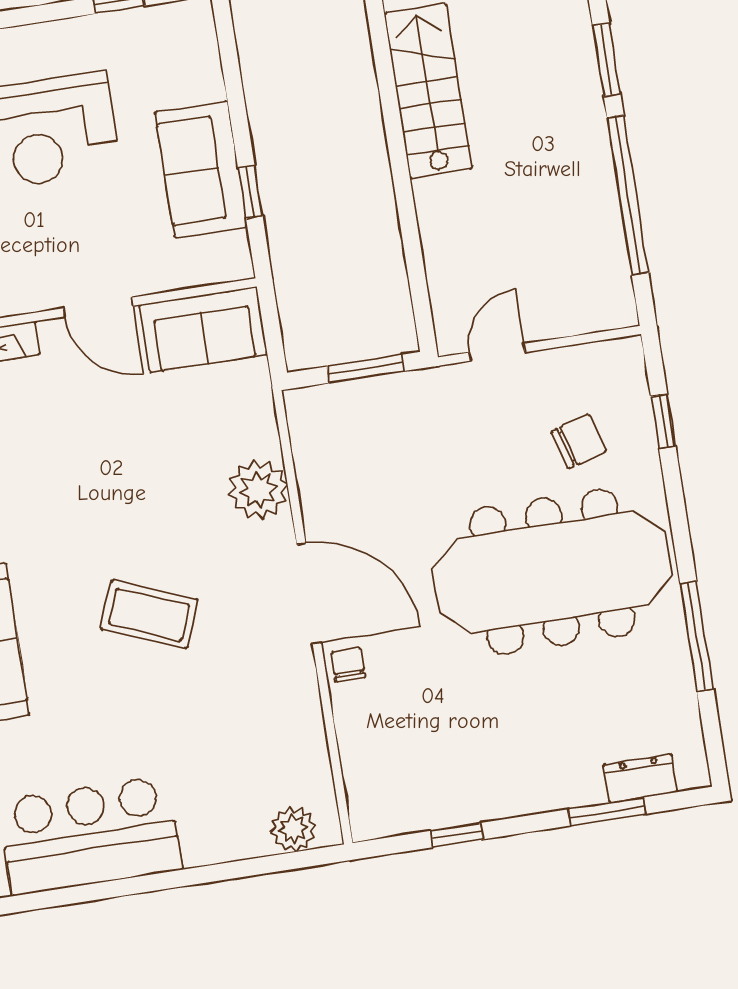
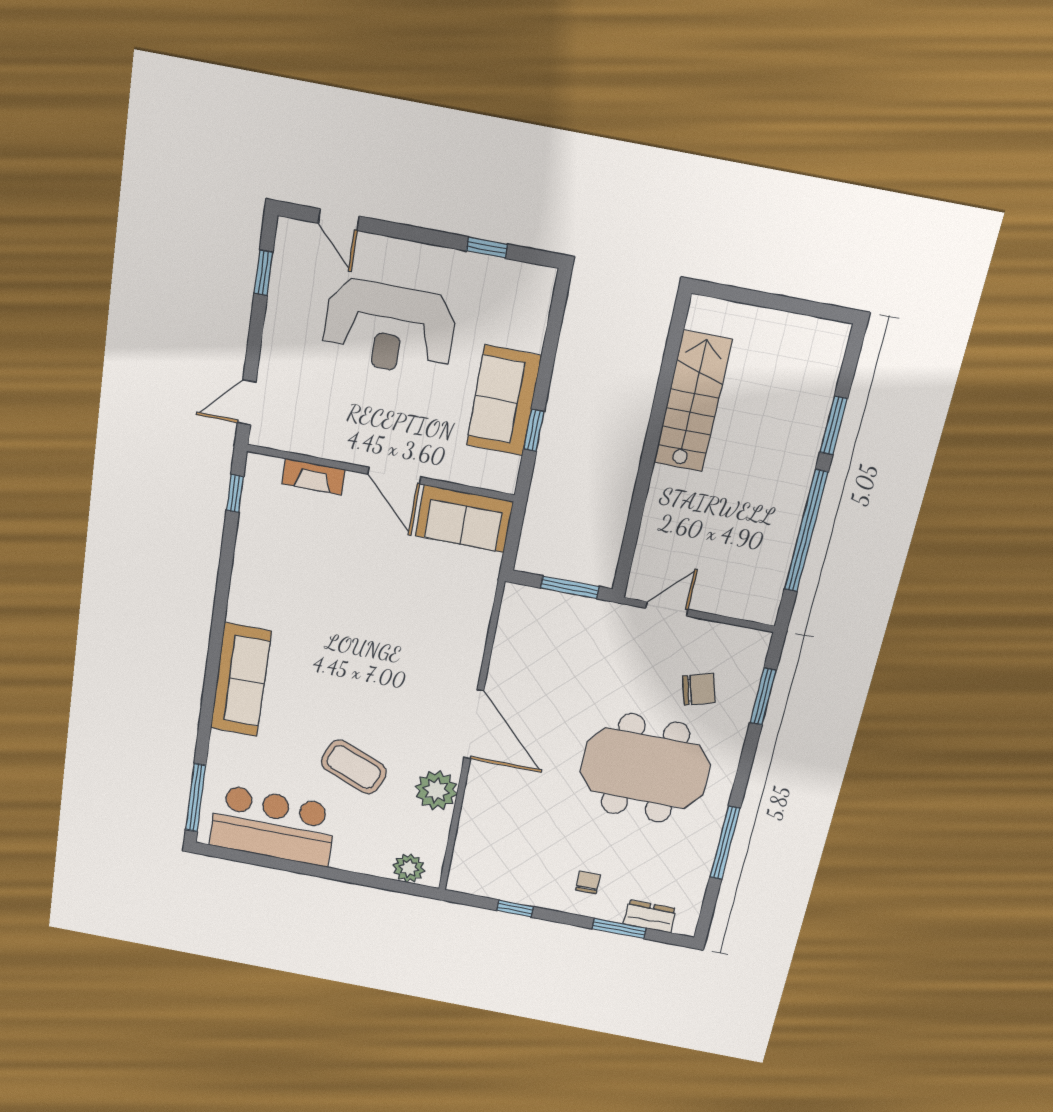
window: (663, 421) -> (763, 697), width x1.50
plant: (258, 490) -> (436, 790), moved
meeting table: (552, 572) -> (645, 768), width x0.73
coffee table: (149, 614) -> (354, 767), moved
chair: (348, 665) -> (588, 882), moved

